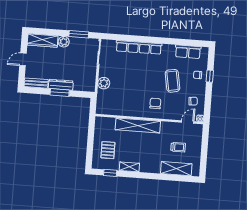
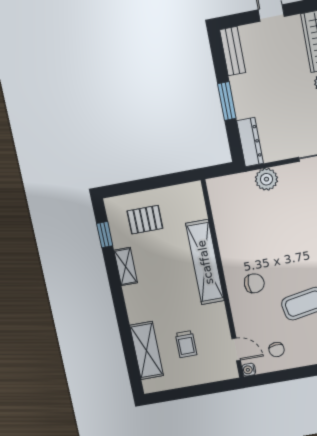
dresser: (61, 85) -> (250, 142), moved

